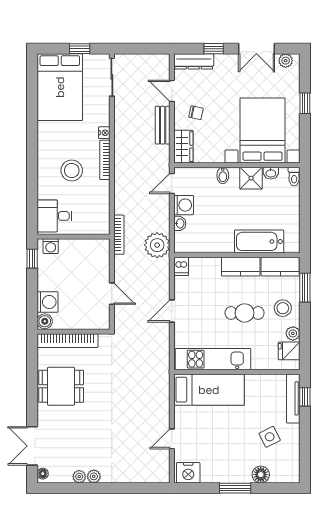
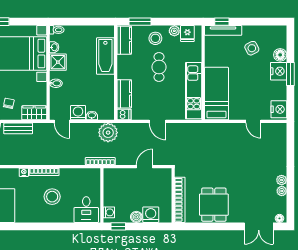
kitchen counter: (241, 267) -> (124, 94), moved
boiler: (45, 321) -> (136, 217), moved
nightstand: (239, 472) -> (279, 71), added

